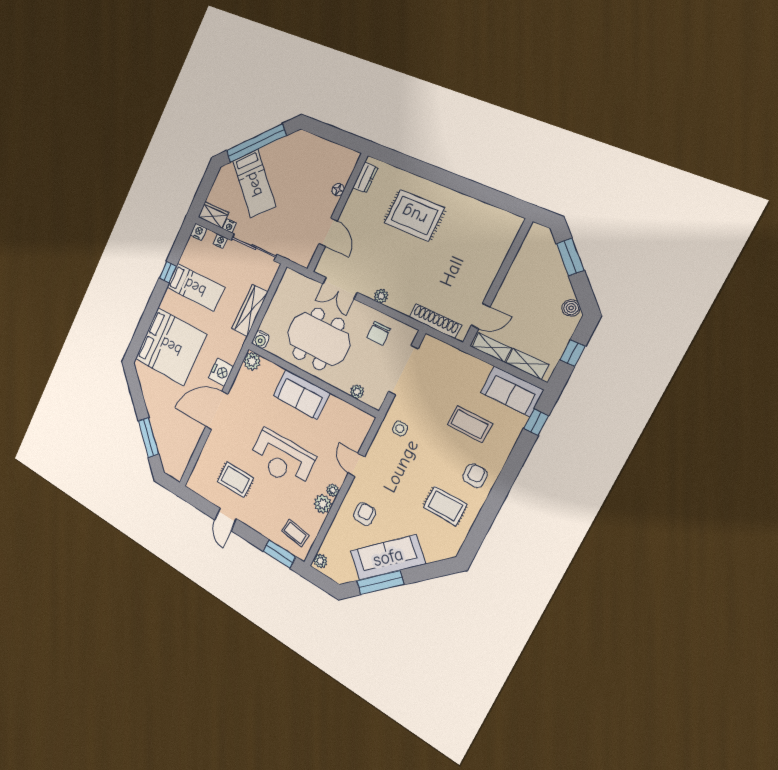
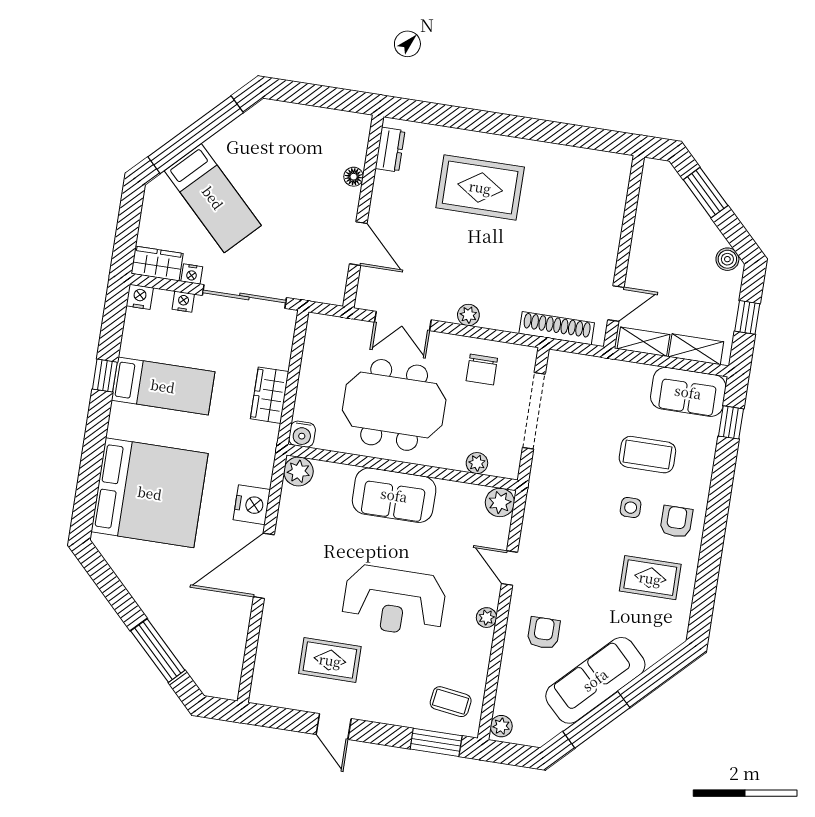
wardrobe: (250, 310) -> (270, 395), width x0.67
side table: (400, 428) -> (631, 508), moved
plant: (323, 504) -> (500, 502), moved

